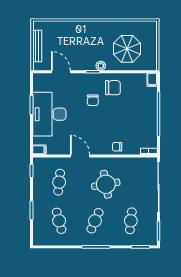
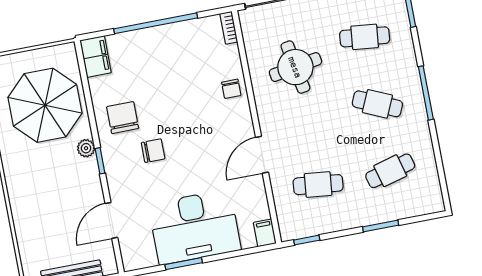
parasol: (127, 49) -> (45, 105), width x1.36, depth x1.36
filing cabinet: (152, 80) -> (96, 57), width x2.00
round table: (106, 184) -> (295, 67), moved

